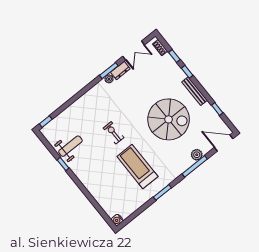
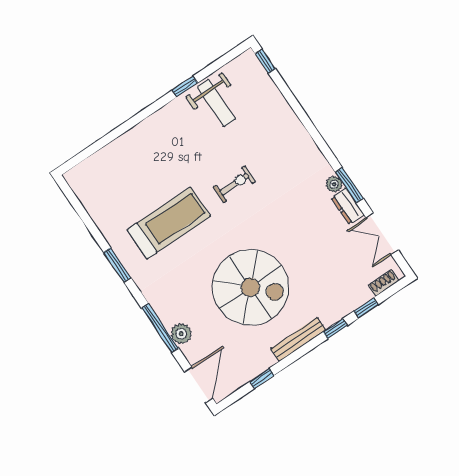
spiral stairs: (169, 119) -> (250, 287), turned -90
water cooler: (117, 220) -> (74, 177), removed

